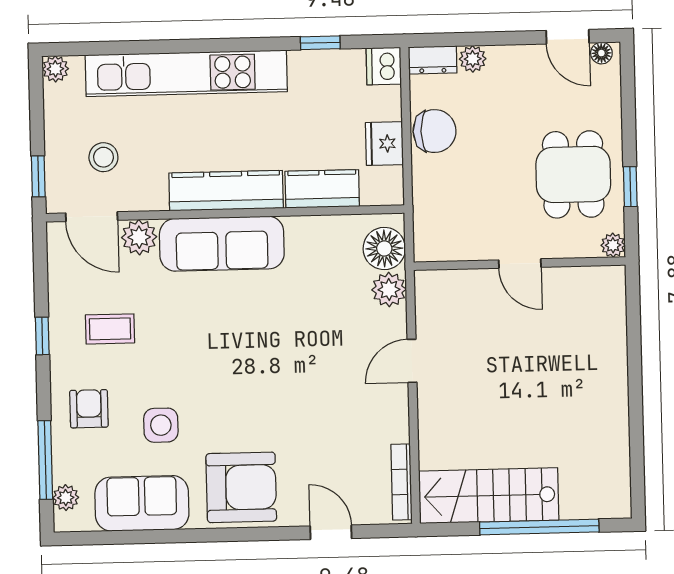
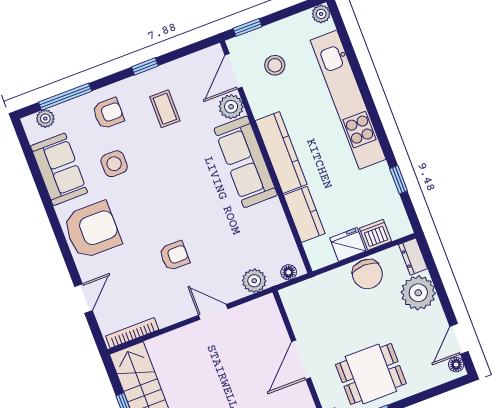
plant: (473, 59) -> (418, 293), width x1.87, depth x1.87
dishwasher: (384, 66) -> (375, 235), moved
floor lamp: (384, 248) -> (289, 272), width x0.53, depth x0.53
door: (520, 264) -> (301, 360), width x1.38
armchair: (316, 387) -> (174, 256), added
armchair: (241, 487) -> (92, 230), turned -90

